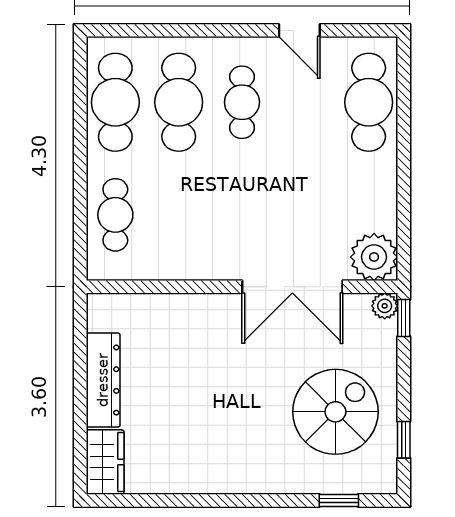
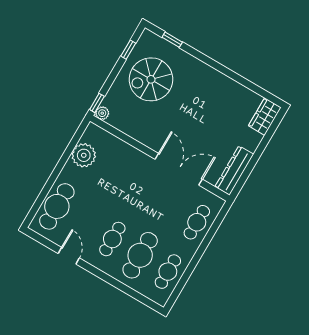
cafe table: (115, 102) -> (168, 272), width x0.73, depth x0.74
plant: (374, 257) -> (84, 155), moved
double door: (292, 287) -> (179, 169), moved
dresser: (103, 380) -> (234, 171), moved

